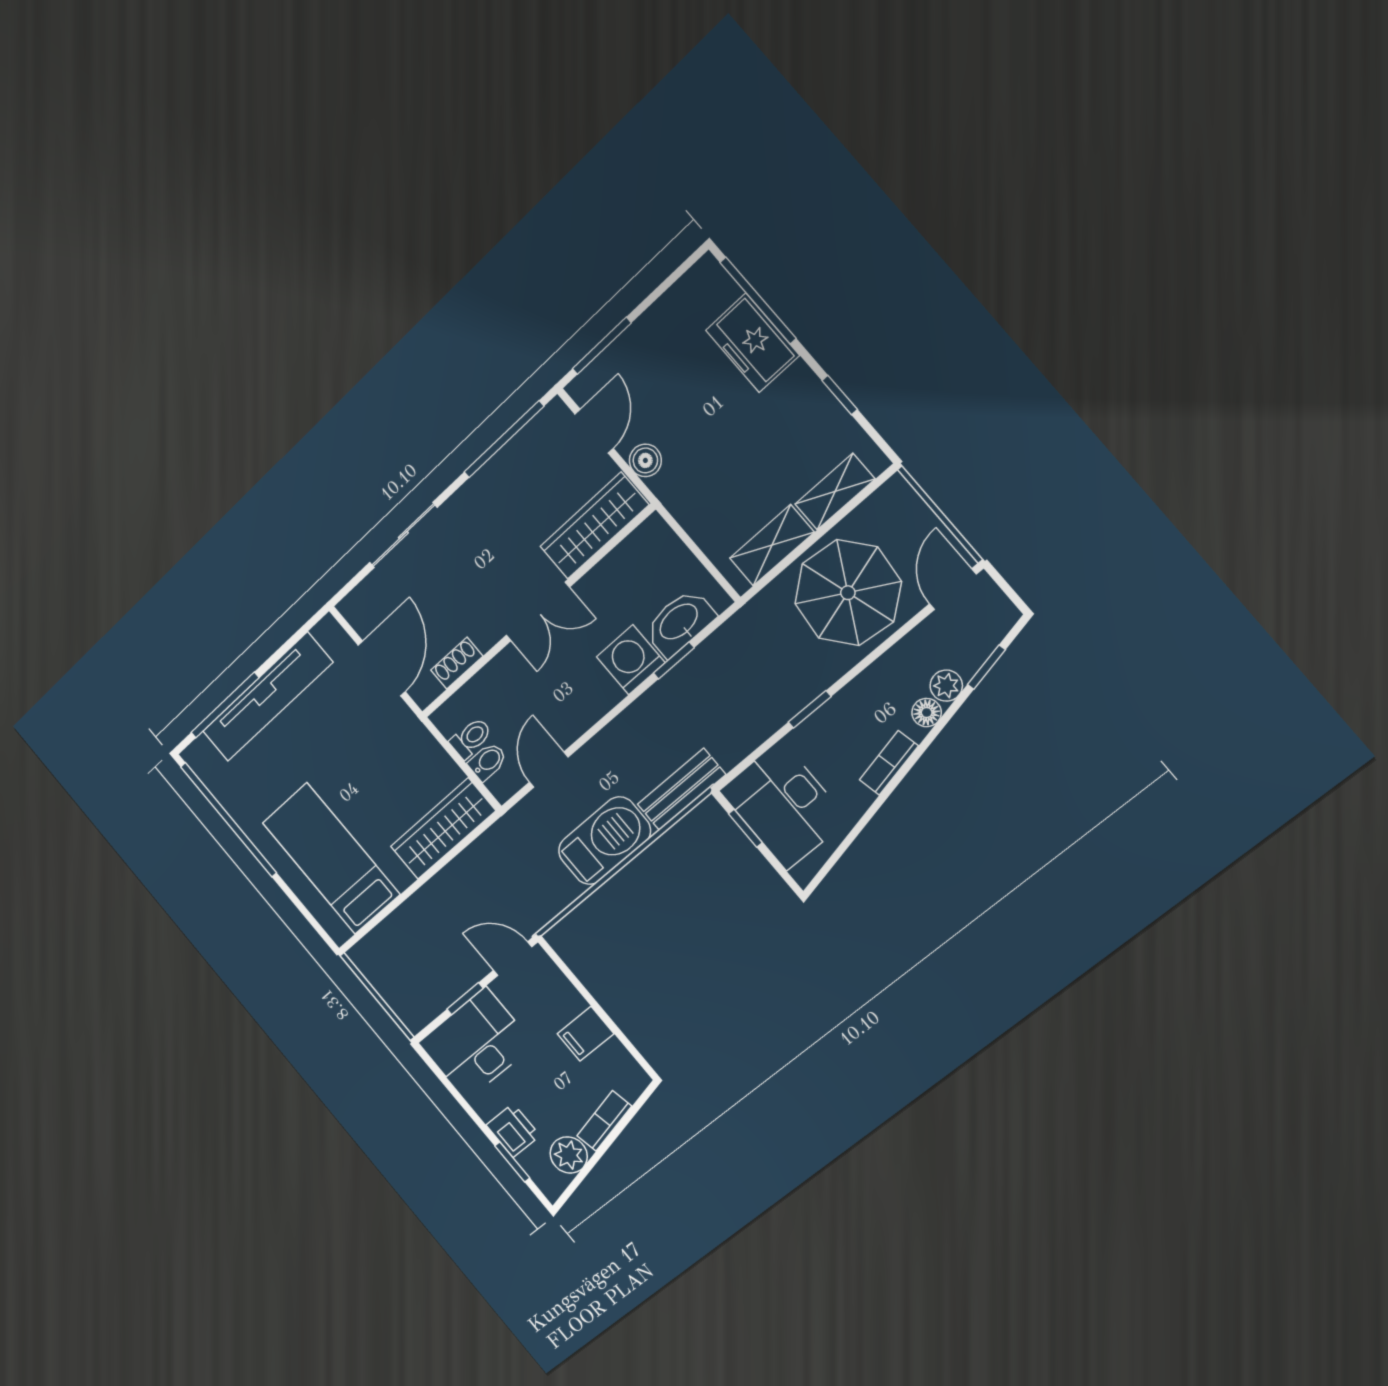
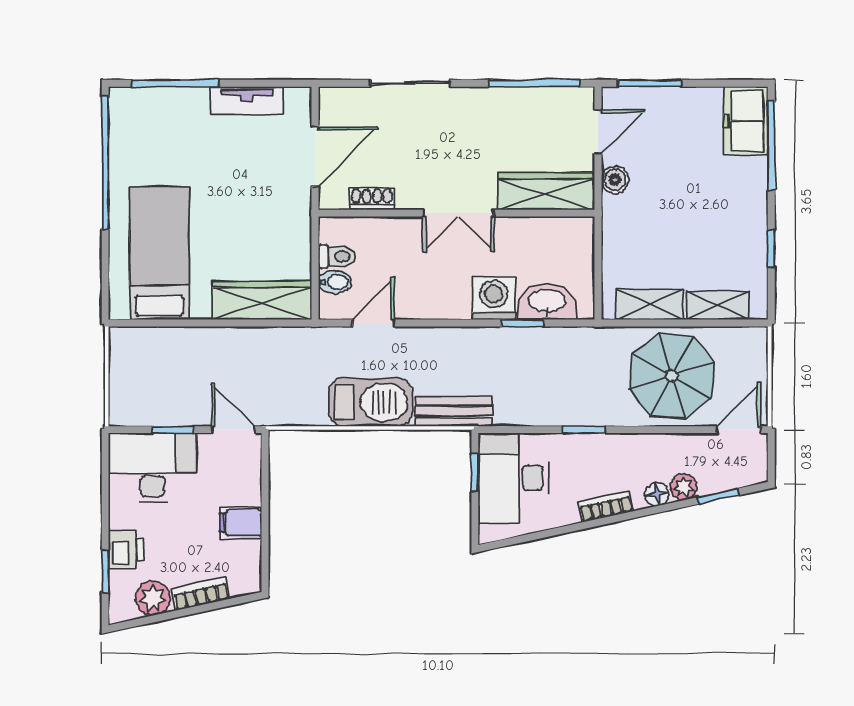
freezer: (753, 343) -> (746, 121), moved
tv unit: (267, 697) -> (247, 101), width x0.52, depth x0.78

